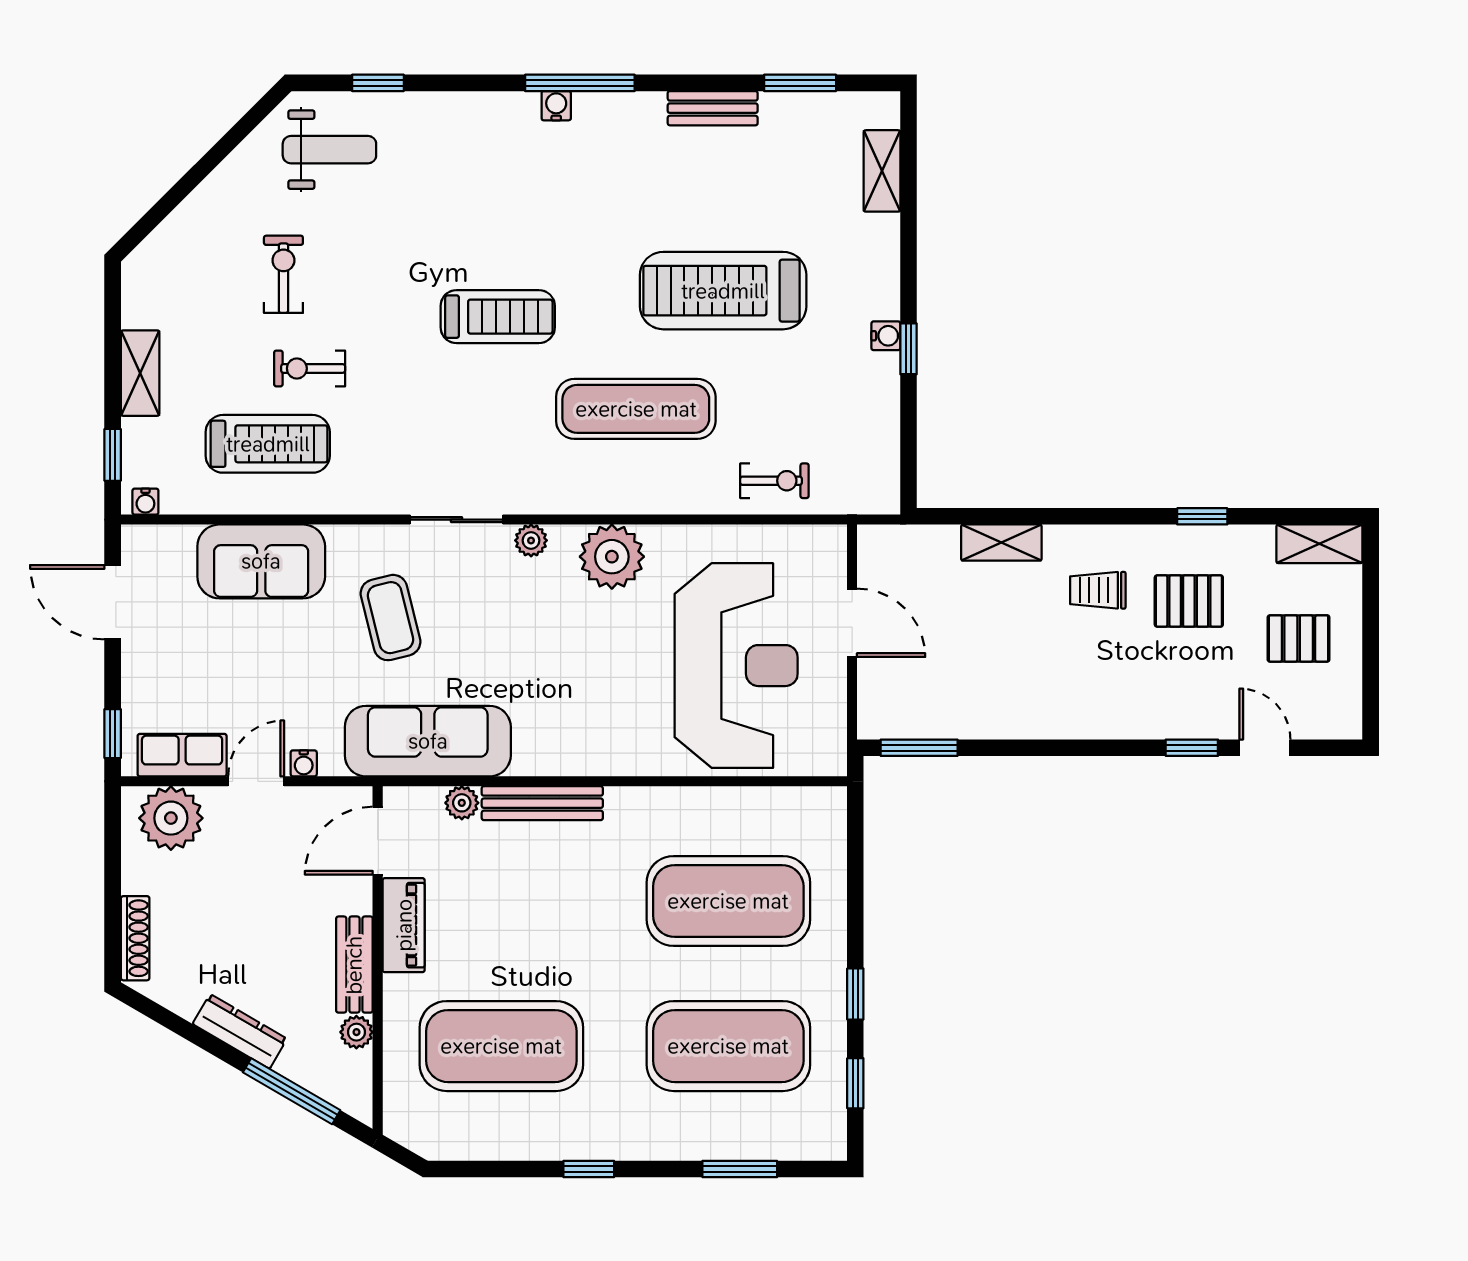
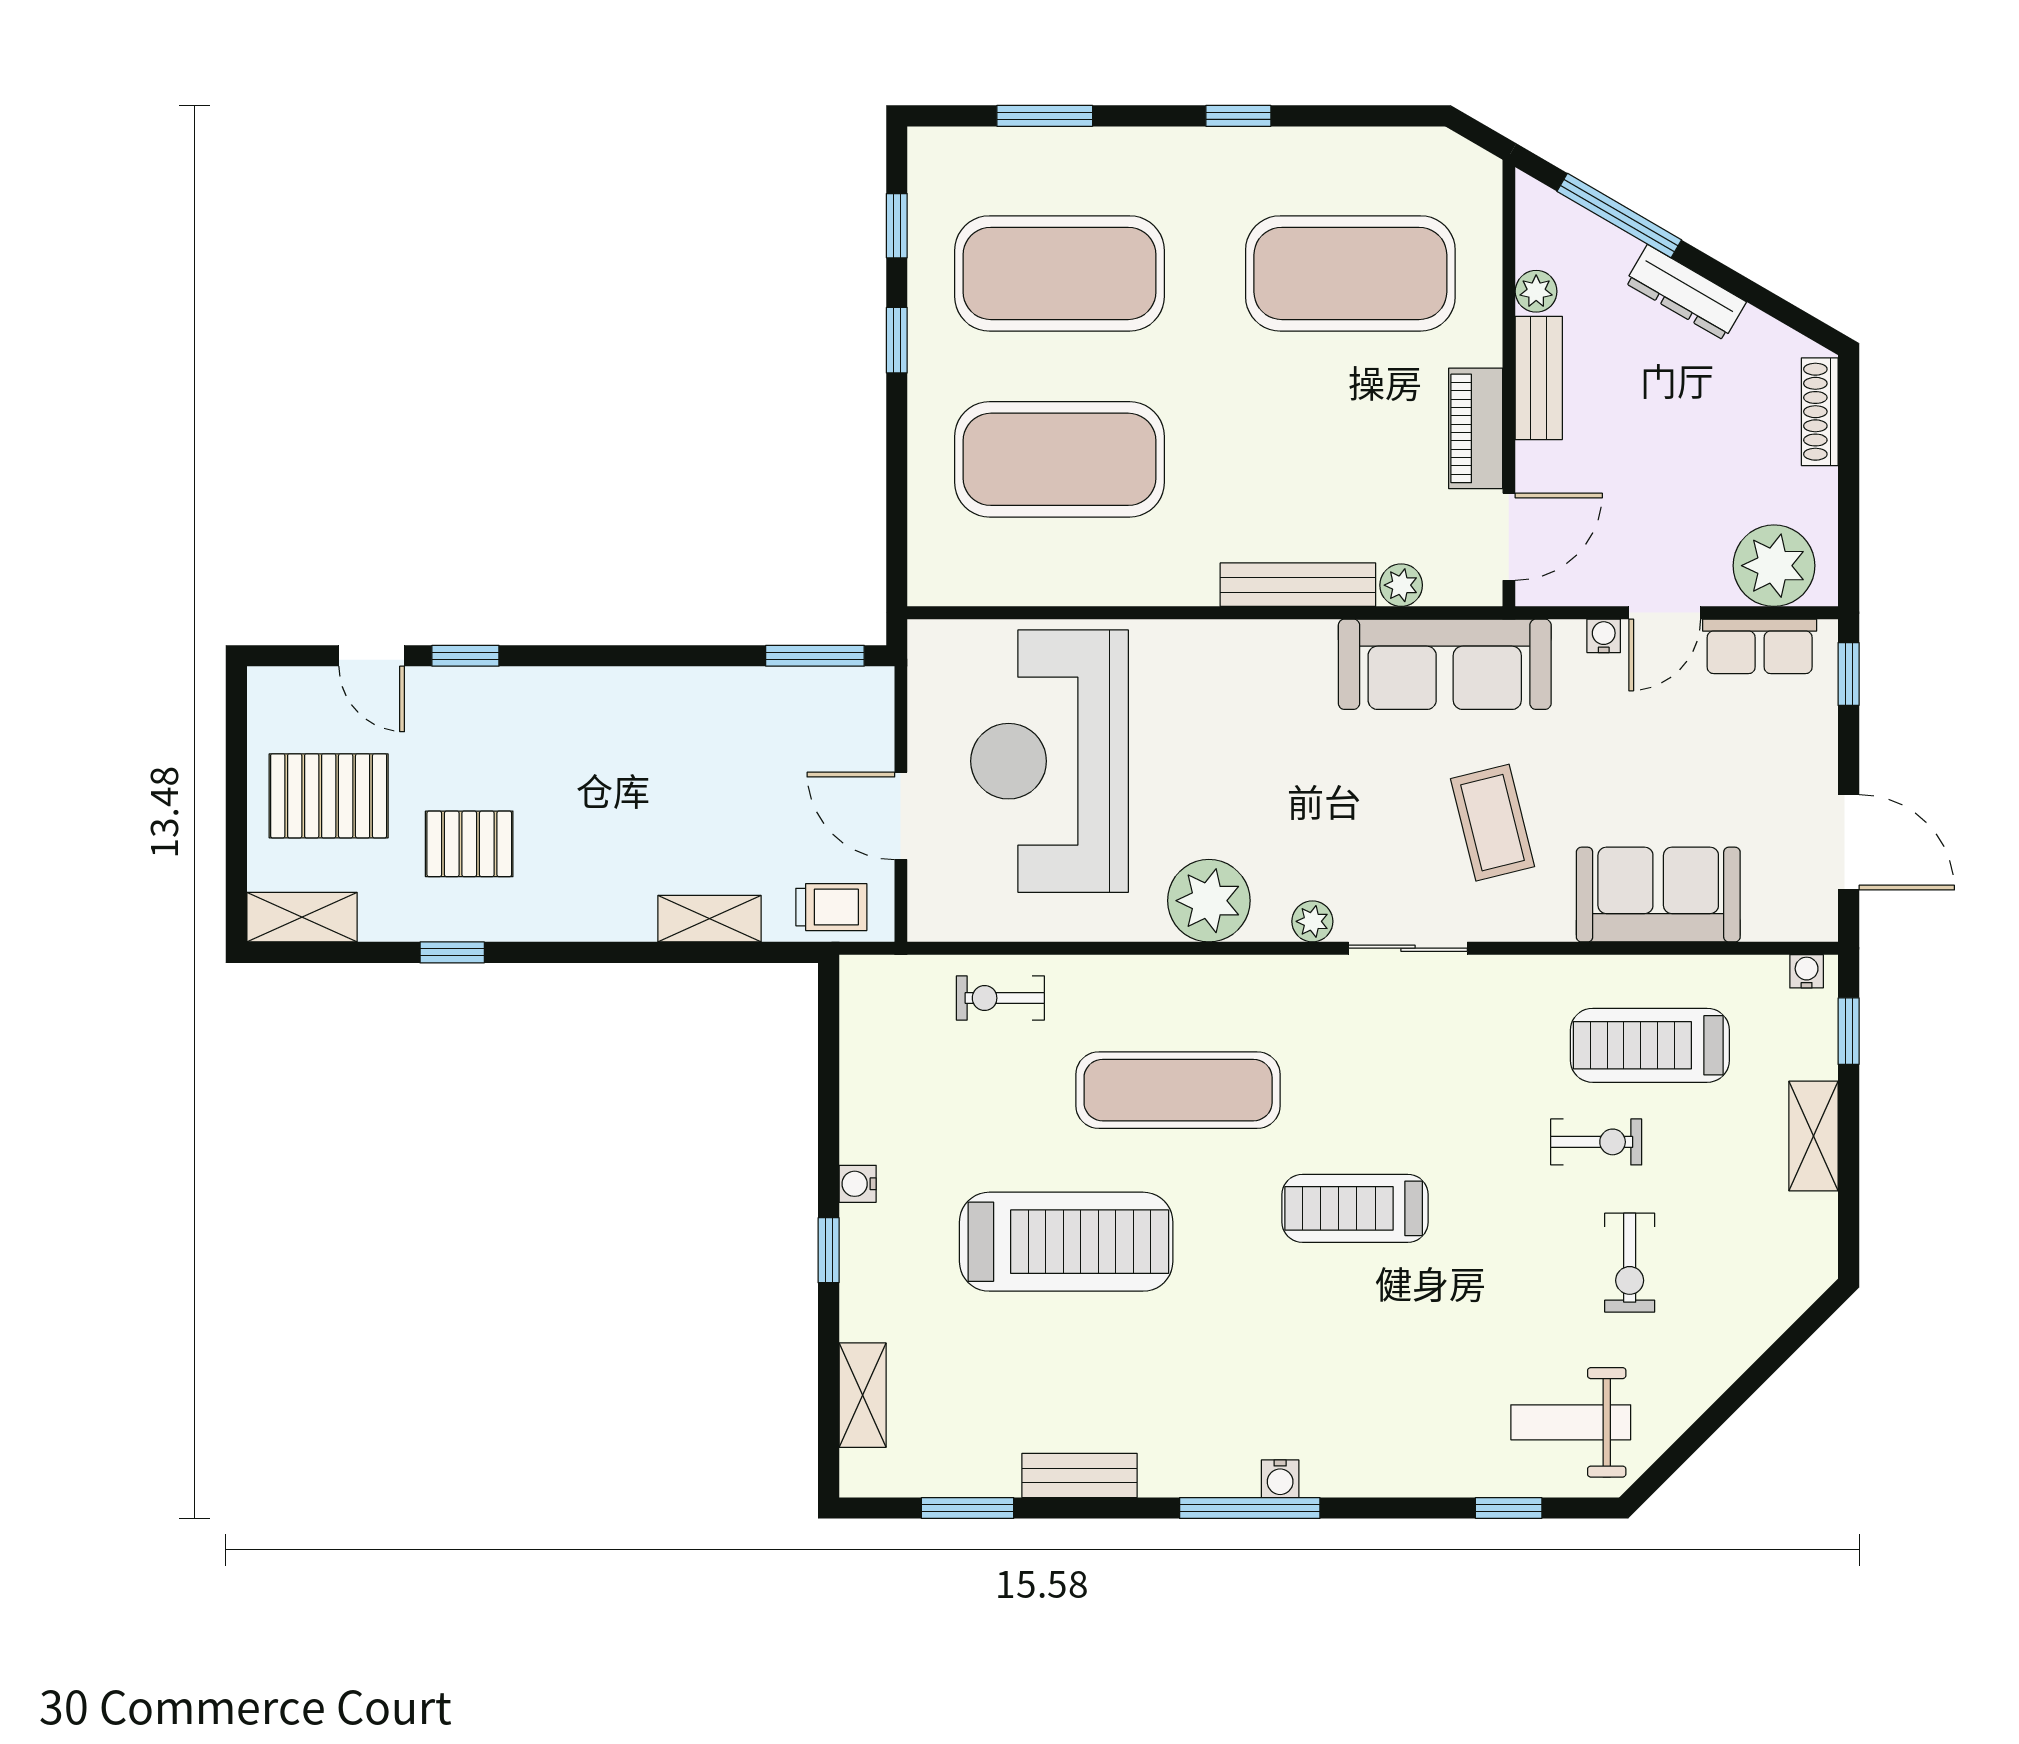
window: (908, 349) -> (829, 1250), moved
trolley: (1098, 590) -> (831, 907), moved
pallet: (1299, 638) -> (329, 796), width x1.50, depth x1.42

